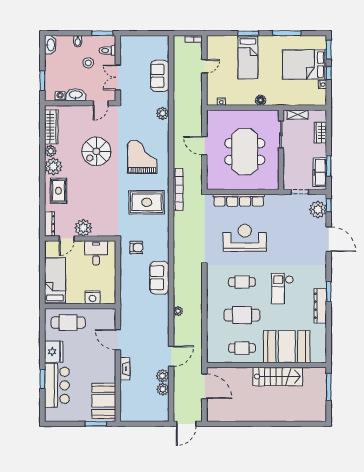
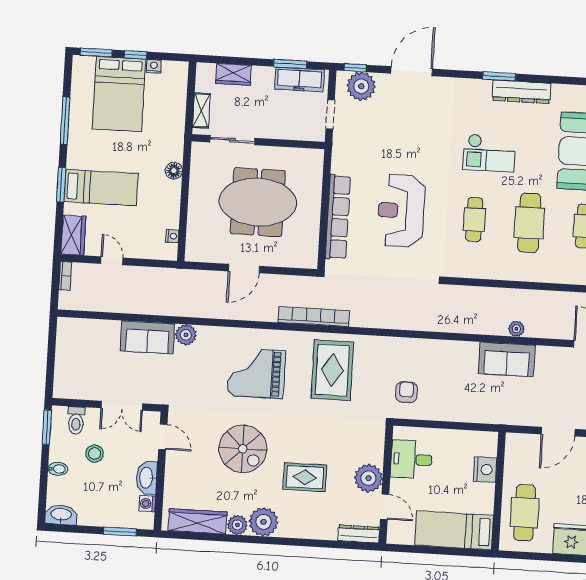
wardrobe: (218, 42) -> (73, 235), added
sofa: (160, 76) -> (147, 337), moved
rug: (58, 191) -> (305, 477), moved
sofa: (159, 278) -> (507, 359), moved

